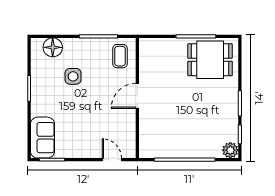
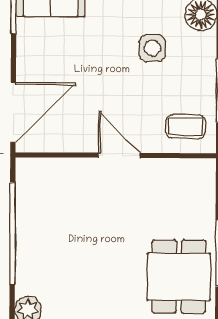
door: (112, 160) -> (13, 112), width x1.88

